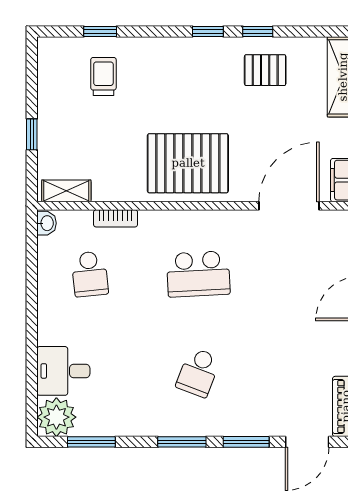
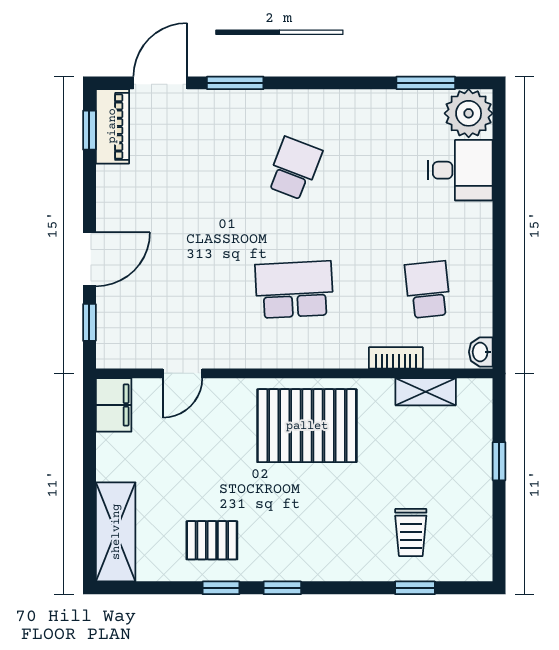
shelving: (66, 191) -> (426, 392), moved
door: (289, 206) -> (183, 373), width x0.53
window: (182, 442) -> (314, 83), removed

